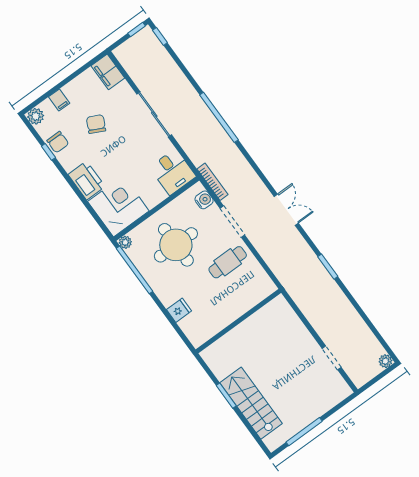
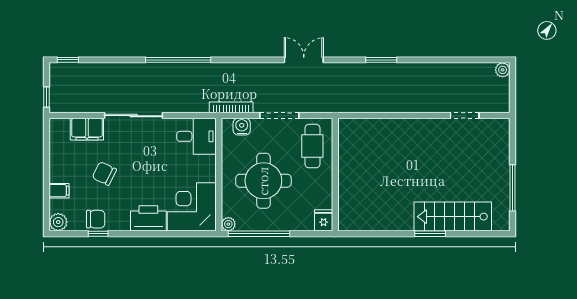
window: (137, 30) -> (47, 97), moved
filing cabinet: (108, 72) -> (87, 129), moved
wall: (238, 321) -> (335, 175), moved

